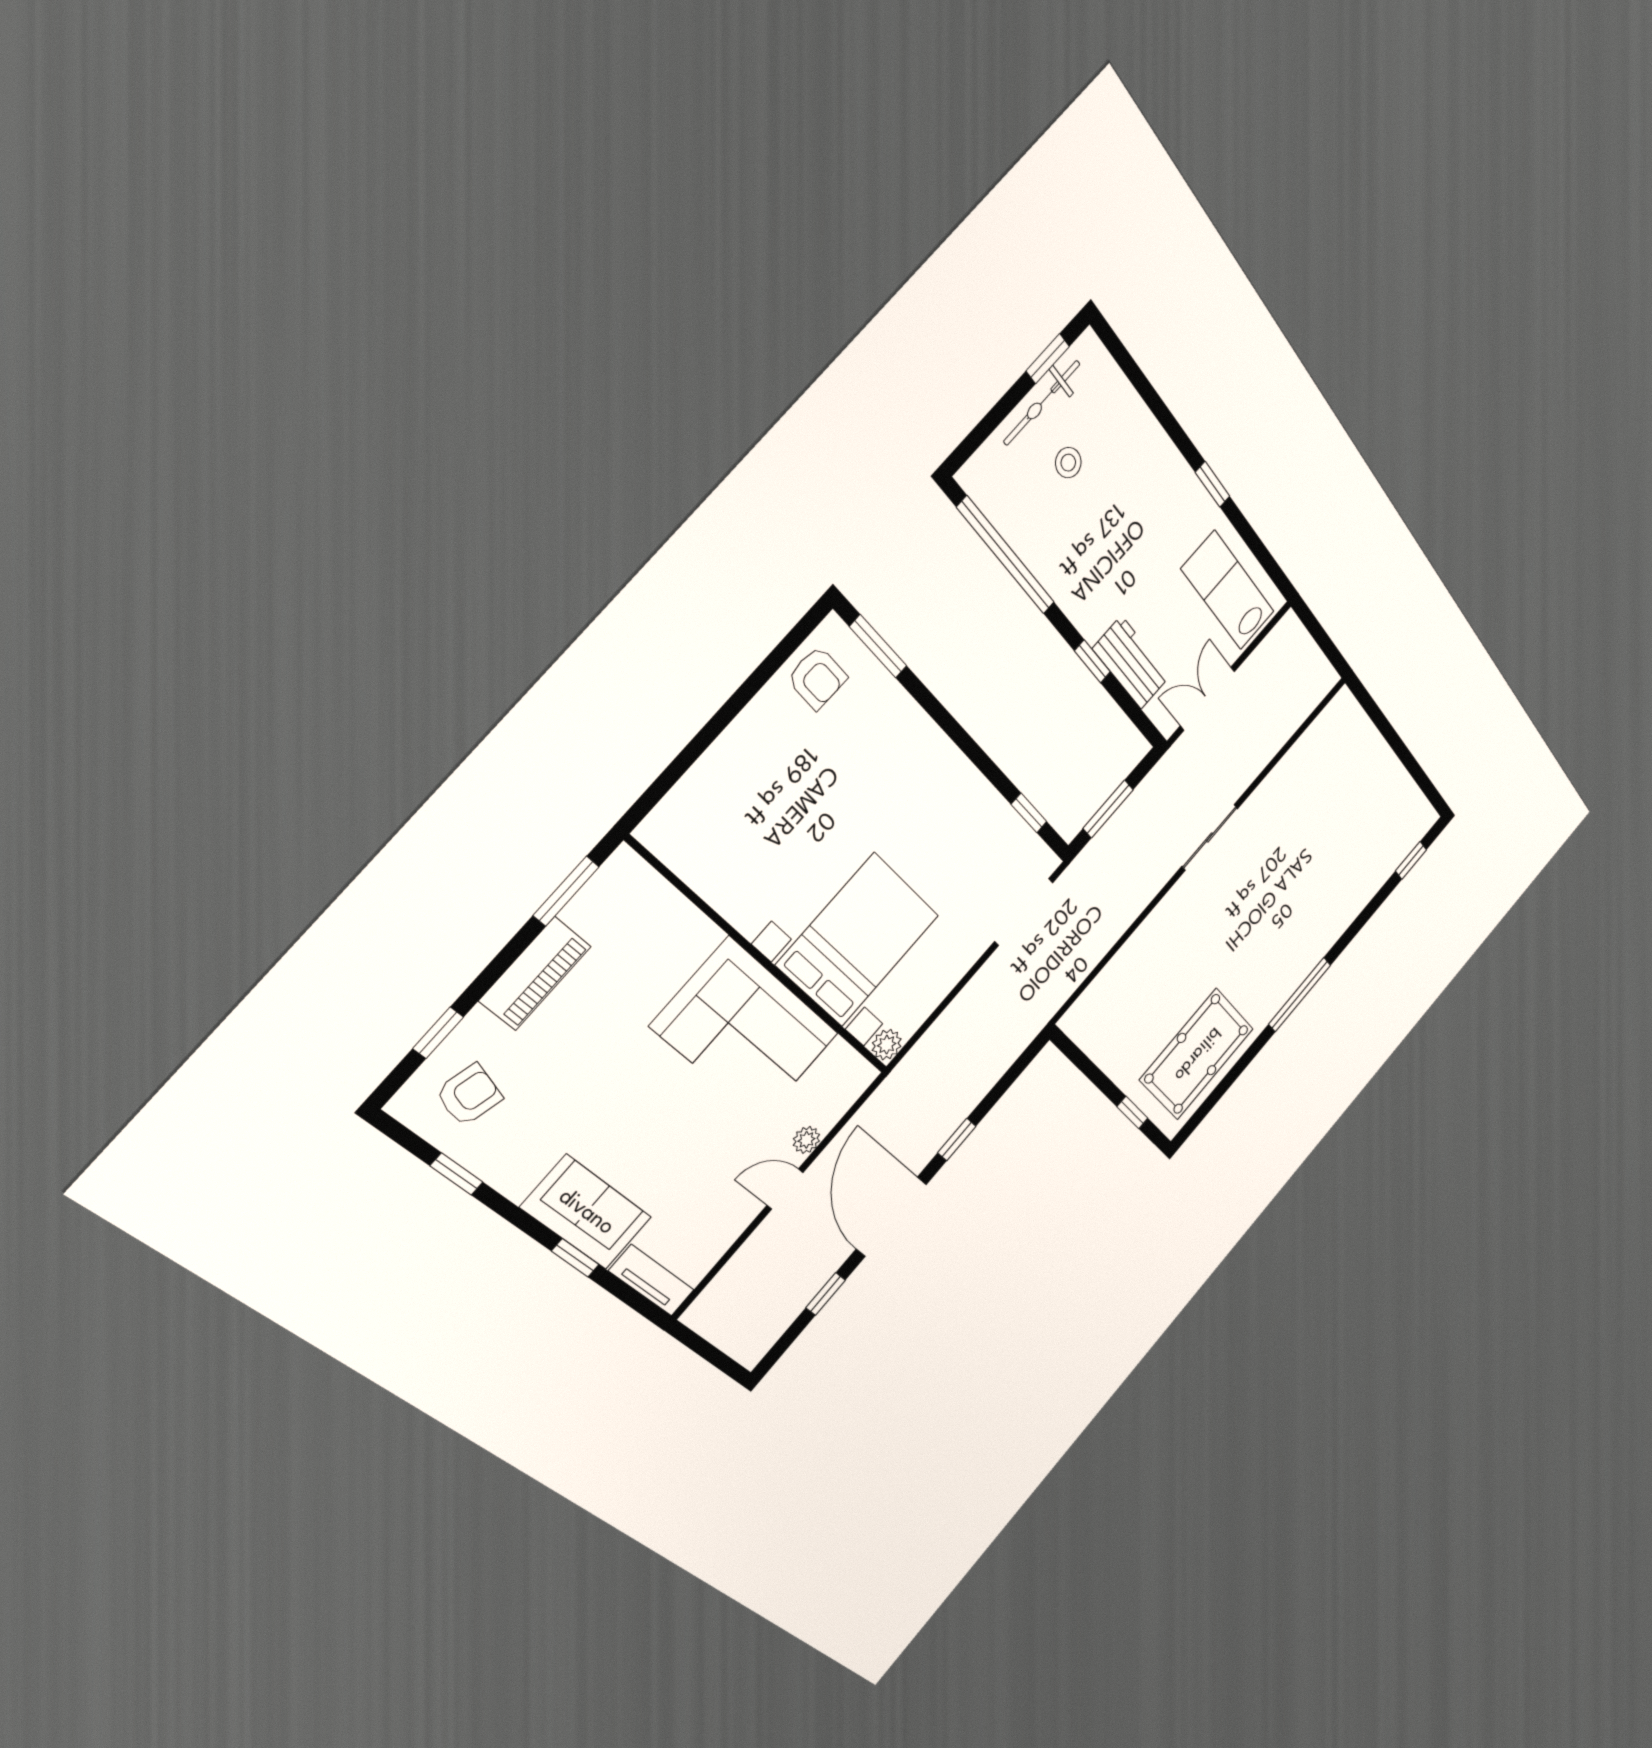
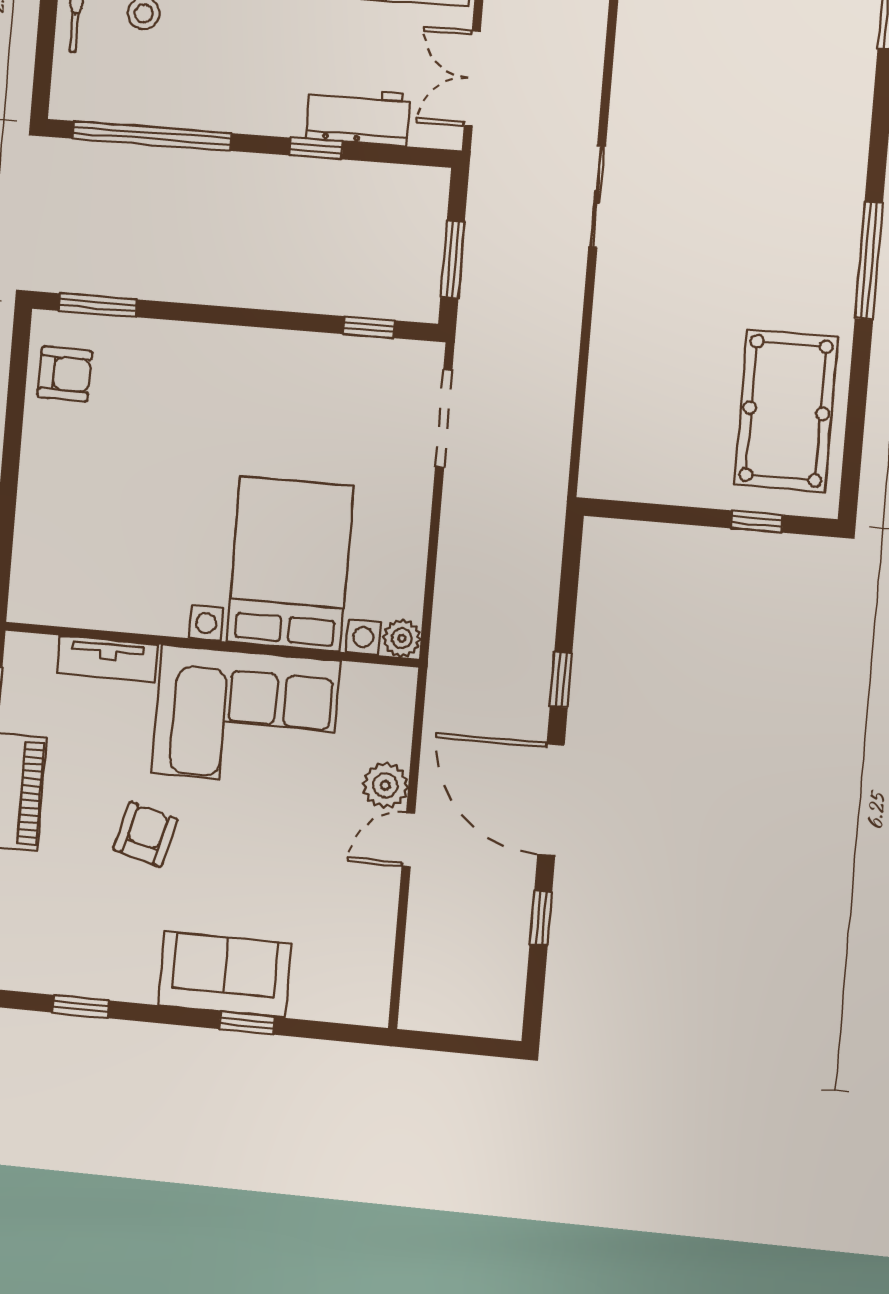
armchair: (469, 1095) -> (145, 834), moved
plant: (806, 1140) -> (385, 785), width x1.38, depth x1.38
tv unit: (652, 1280) -> (107, 659), moved, turned 180

